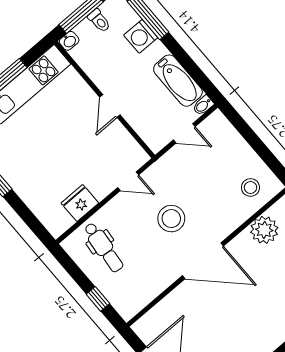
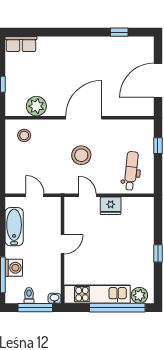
bidet: (203, 105) -> (12, 202), removed
fridge: (80, 203) -> (111, 206), moved
door: (203, 261) -> (84, 118), hinge flipped

